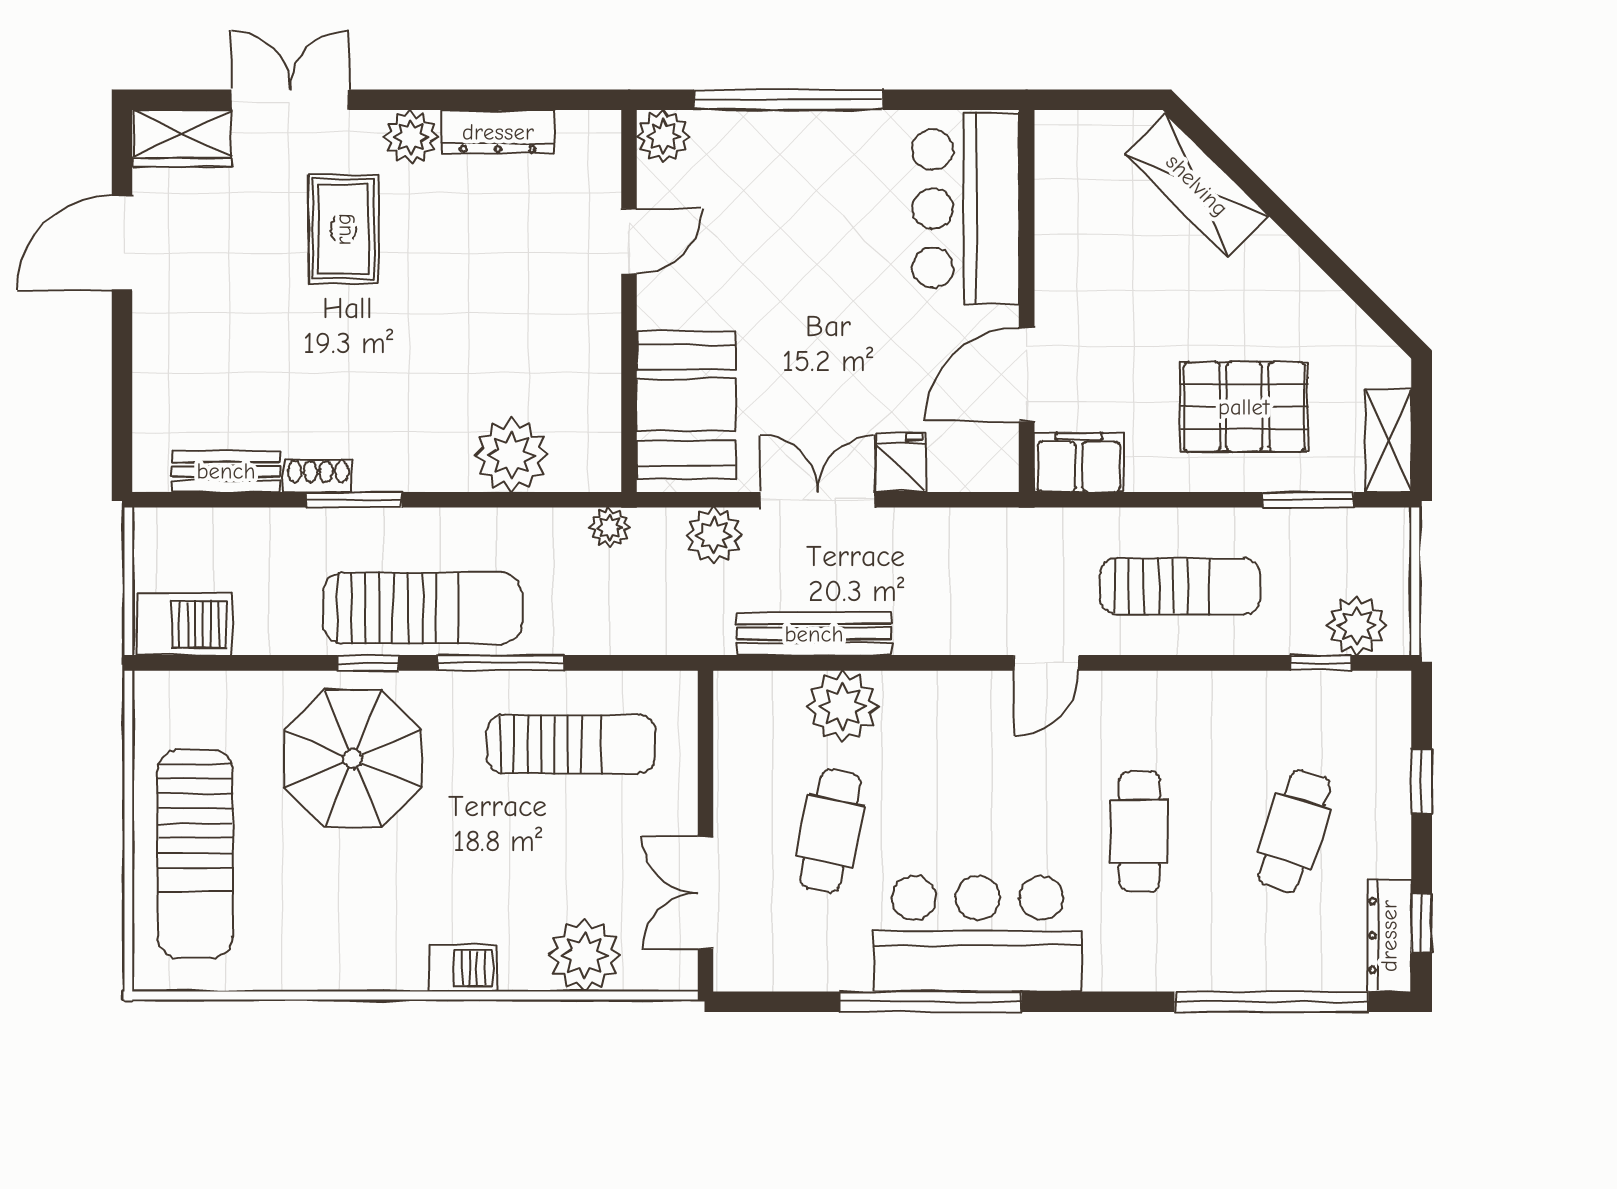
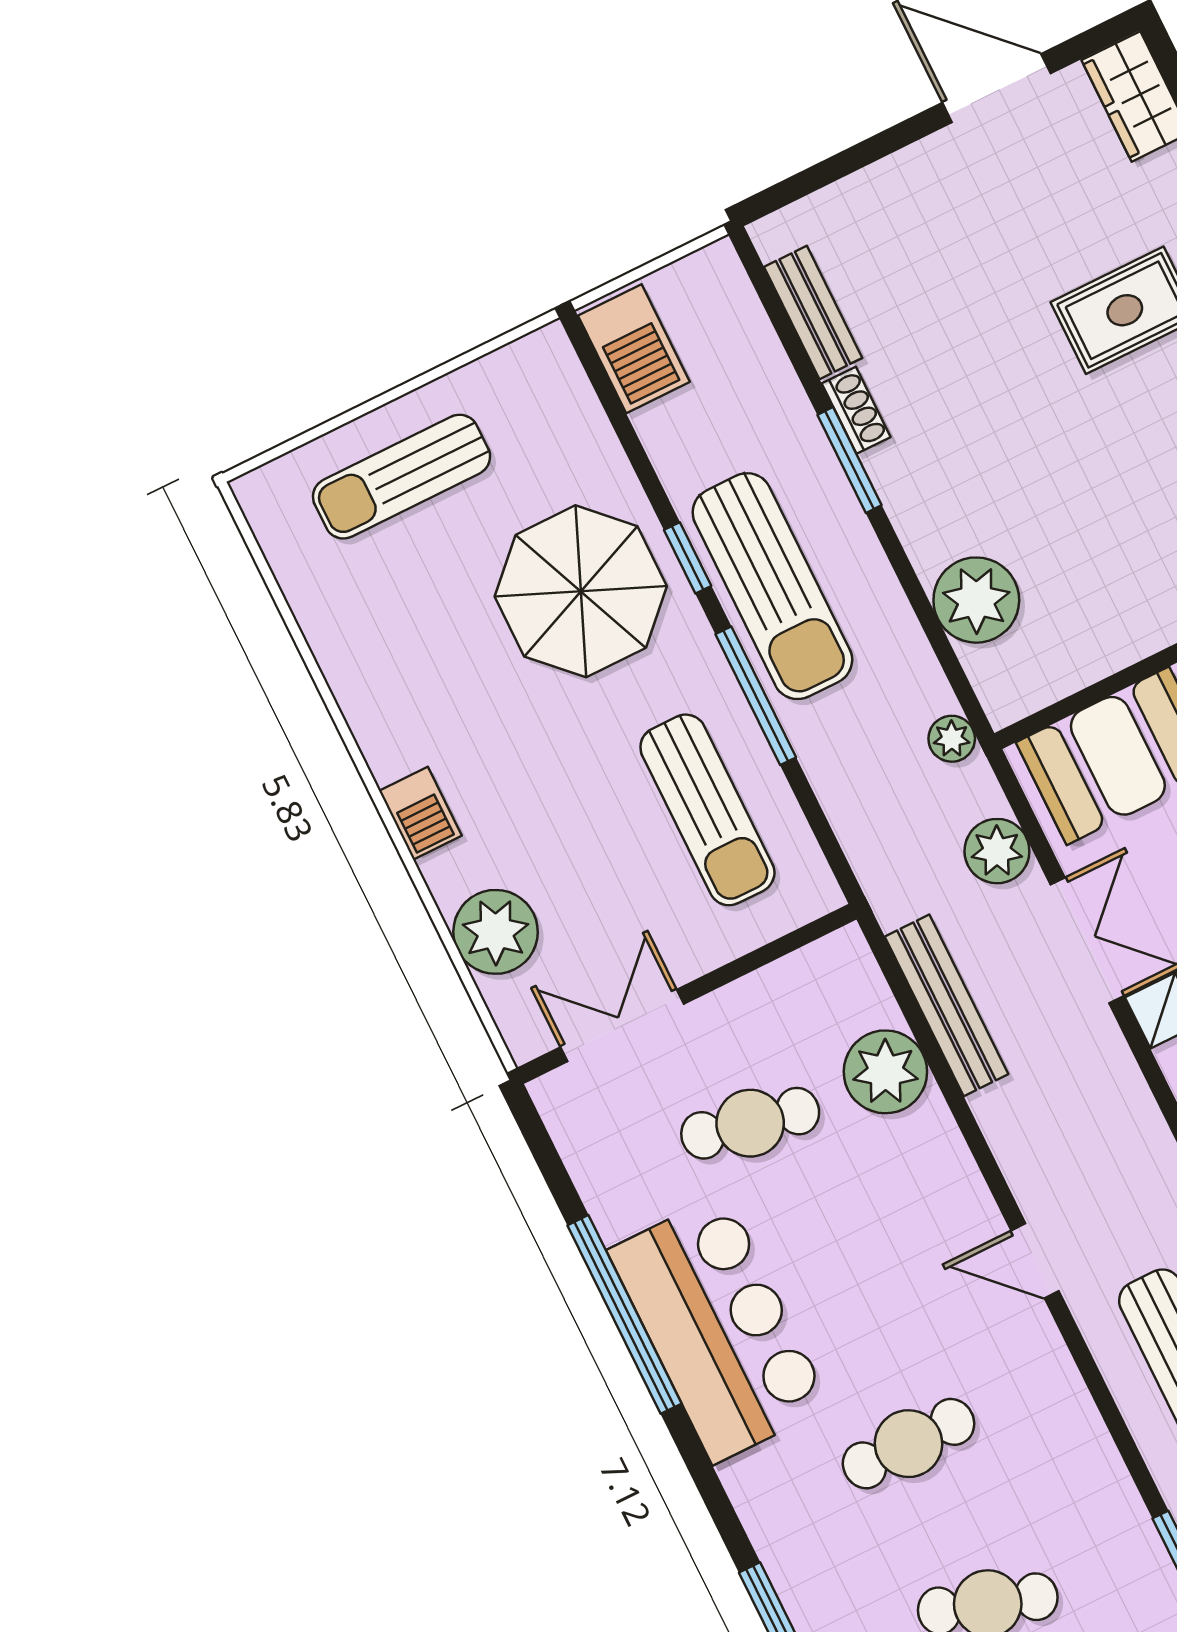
sun lounger: (195, 854) -> (402, 477), width x0.73, depth x0.75

